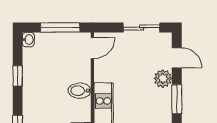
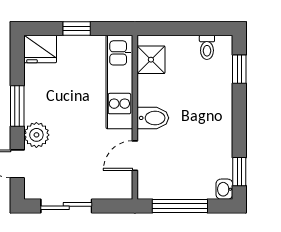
door: (92, 48) -> (135, 156), moved
window: (18, 76) -> (239, 172), moved

